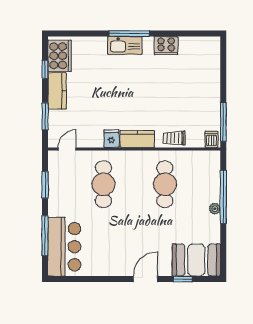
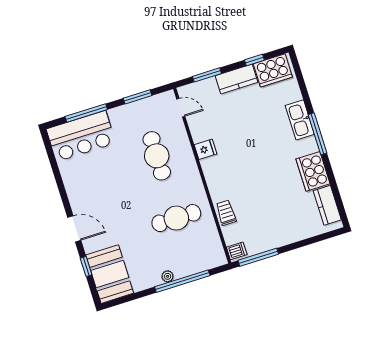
kitchen sink: (125, 46) -> (300, 120), moved
cooker: (166, 46) -> (313, 171), width x1.37, depth x1.31
kitchen counter: (137, 139) -> (327, 205), moved, turned 180
cafe table: (103, 184) -> (157, 156), turned 90

